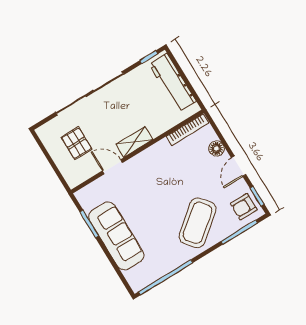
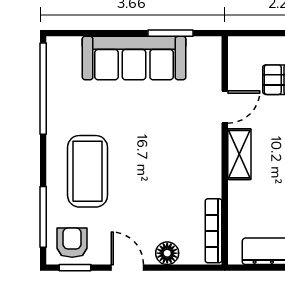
coffee table: (198, 223) -> (88, 171), turned 39

